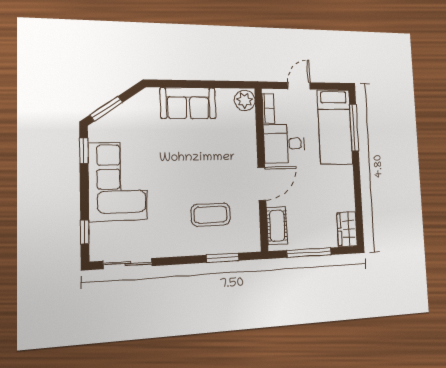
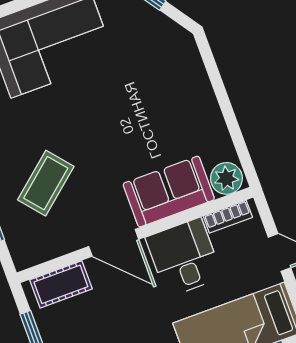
sofa: (188, 103) -> (169, 192), moved, turned 90
coffee table: (211, 215) -> (46, 183), turned 50

